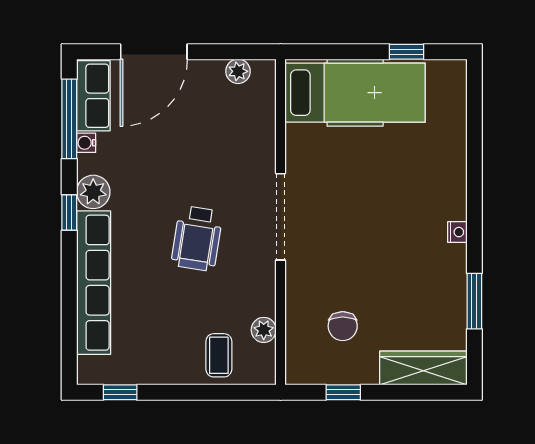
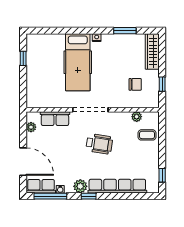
hospital bed: (355, 93) -> (78, 62), moved, turned 180
row of seats: (259, 130) -> (55, 119), added

